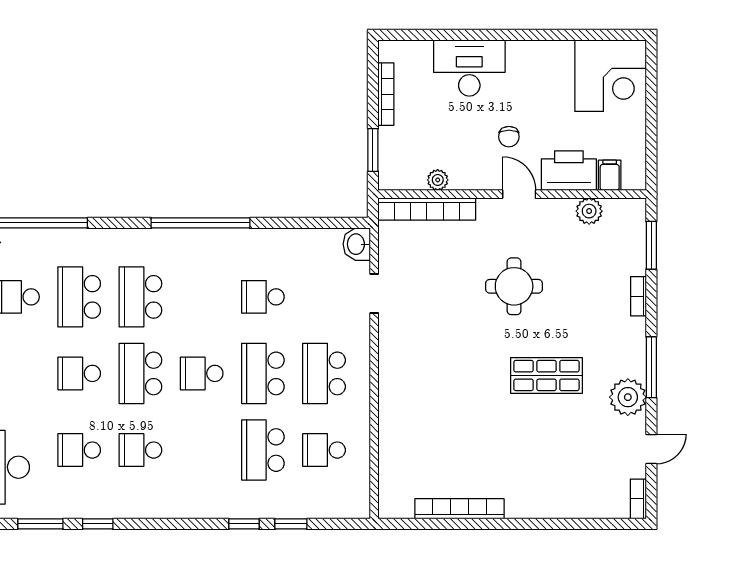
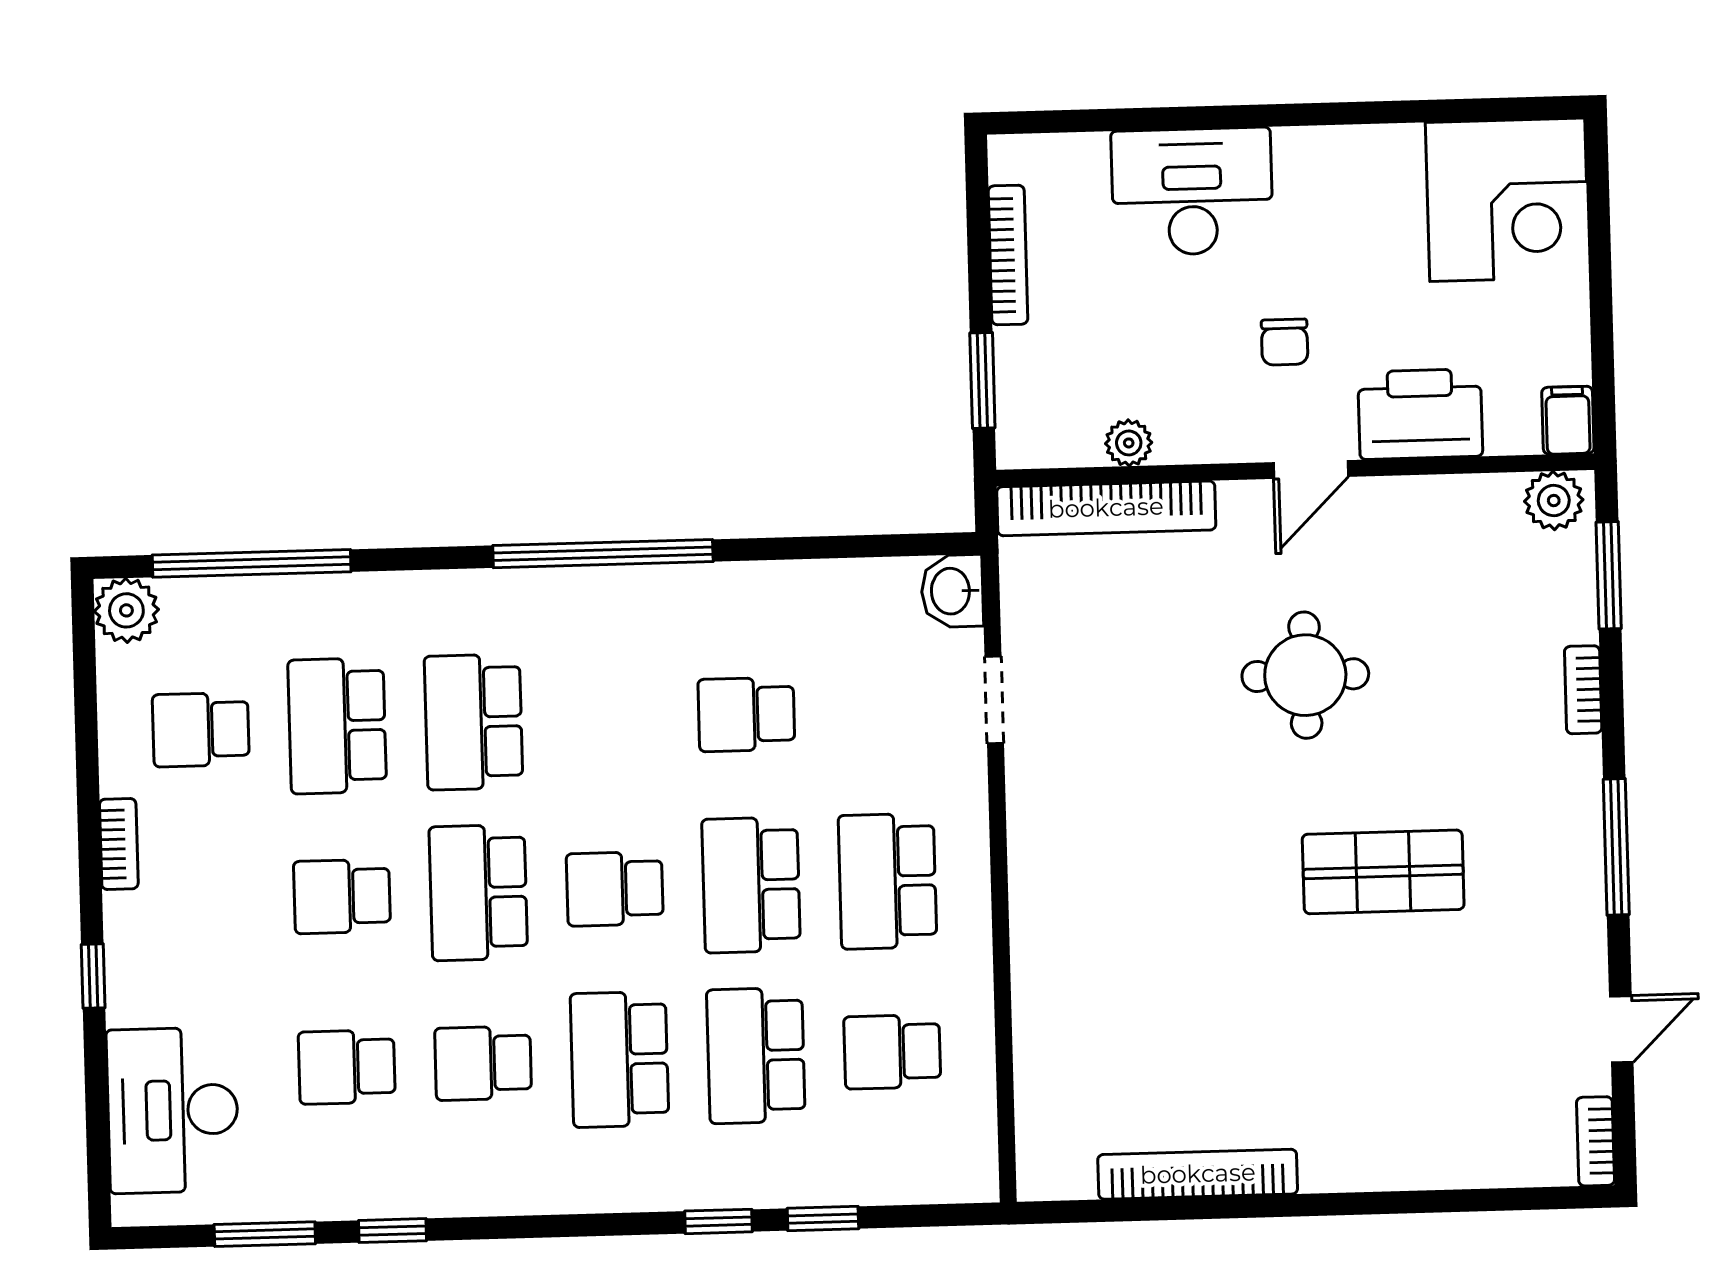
filing cabinet: (610, 175) -> (1568, 420), moved
door: (519, 194) -> (1311, 470), swing flipped
plant: (589, 211) -> (1554, 501), moved
plant: (628, 397) -> (1566, 915), removed
school desk: (202, 450) -> (619, 1059), added

